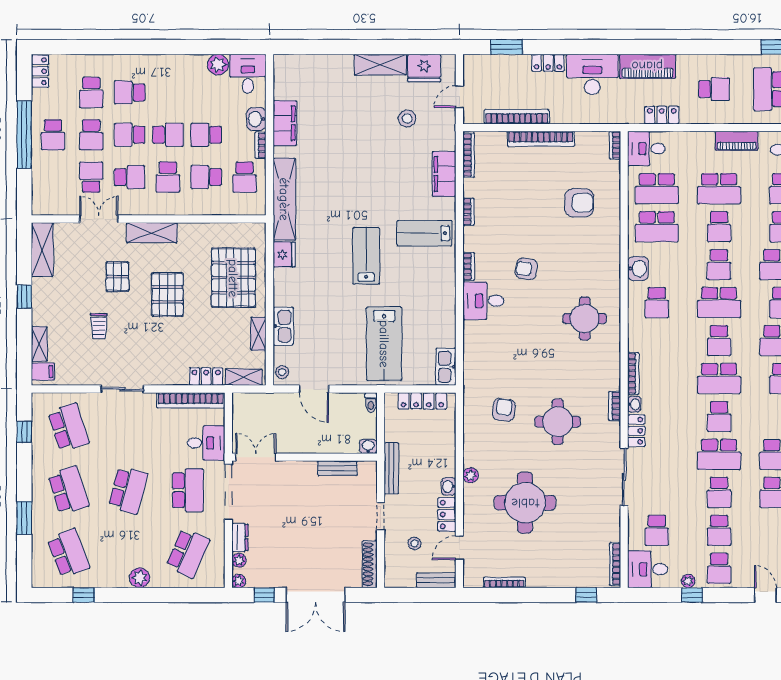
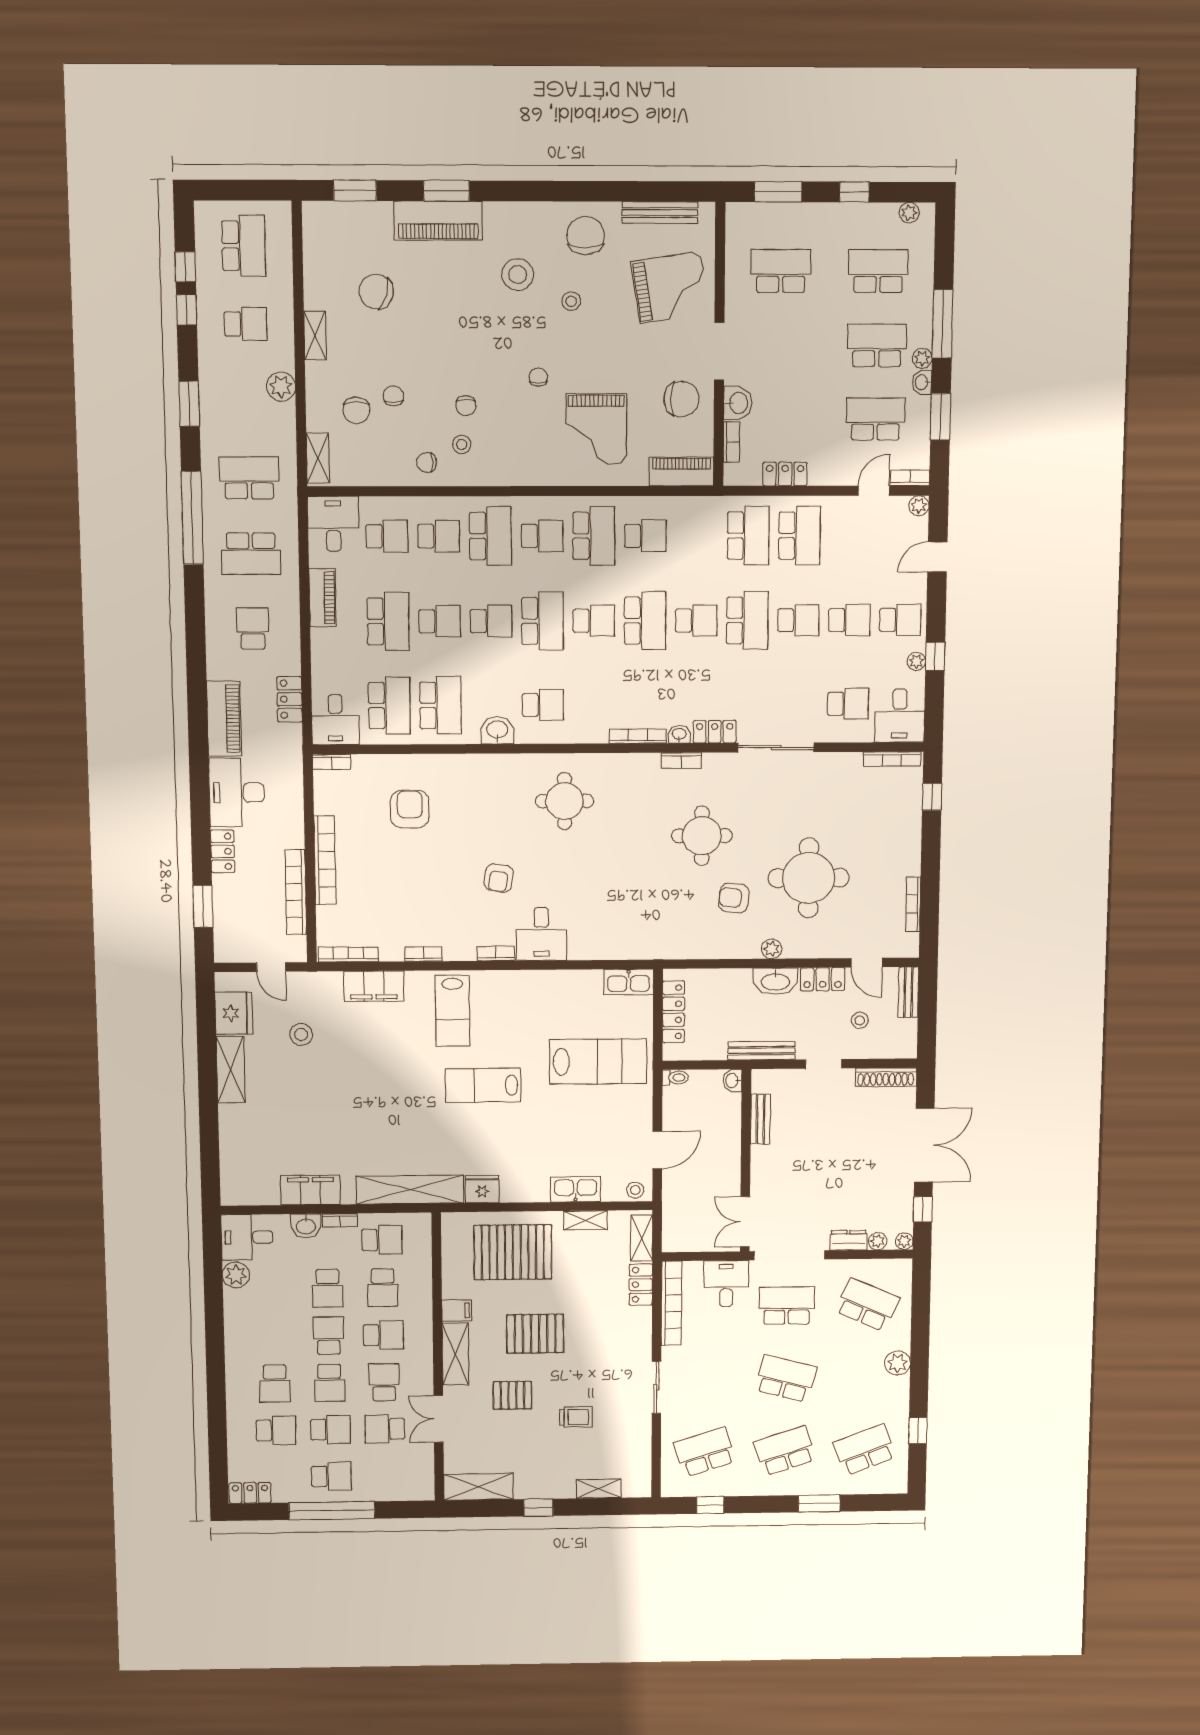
filing cabinet: (43, 371) -> (457, 1310), moved, turned 90
armchair: (504, 410) -> (734, 898), moved
washbasin: (449, 486) -> (775, 981), width x1.91, depth x1.45

